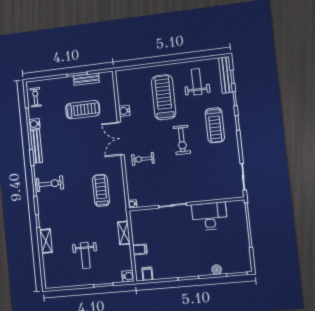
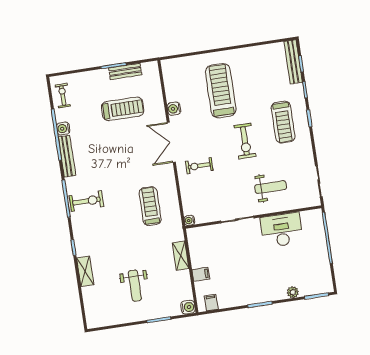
weight bench: (197, 82) -> (271, 187), moved, turned 90

